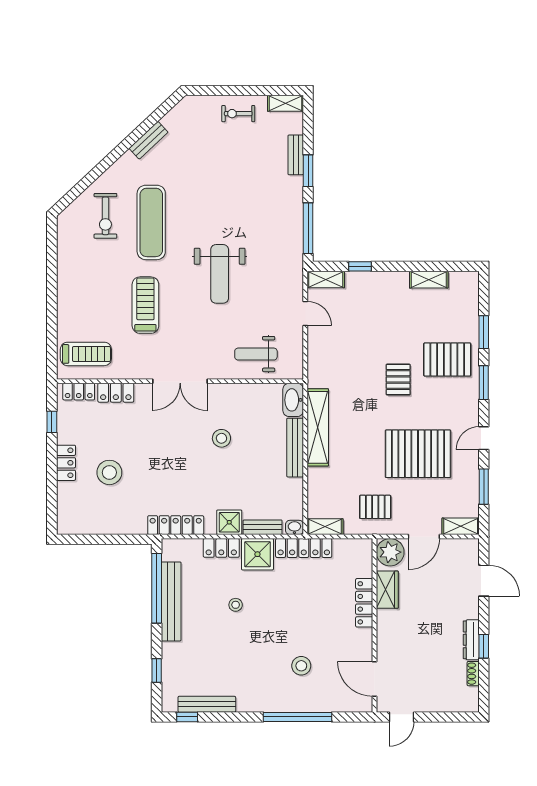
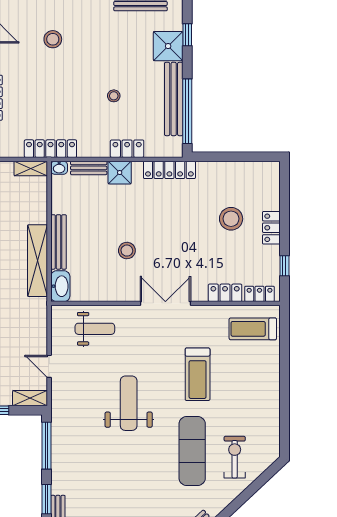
shower: (257, 554) -> (168, 46), moved

